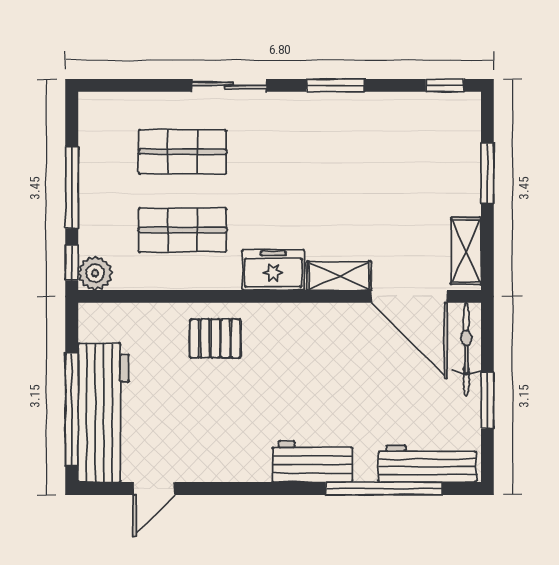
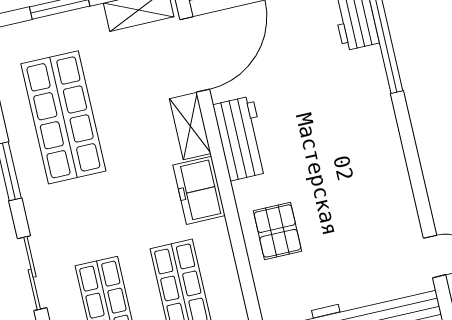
shop shelf: (377, 152) -> (63, 117), added
workbench: (312, 461) -> (241, 138), moved, turned 180

